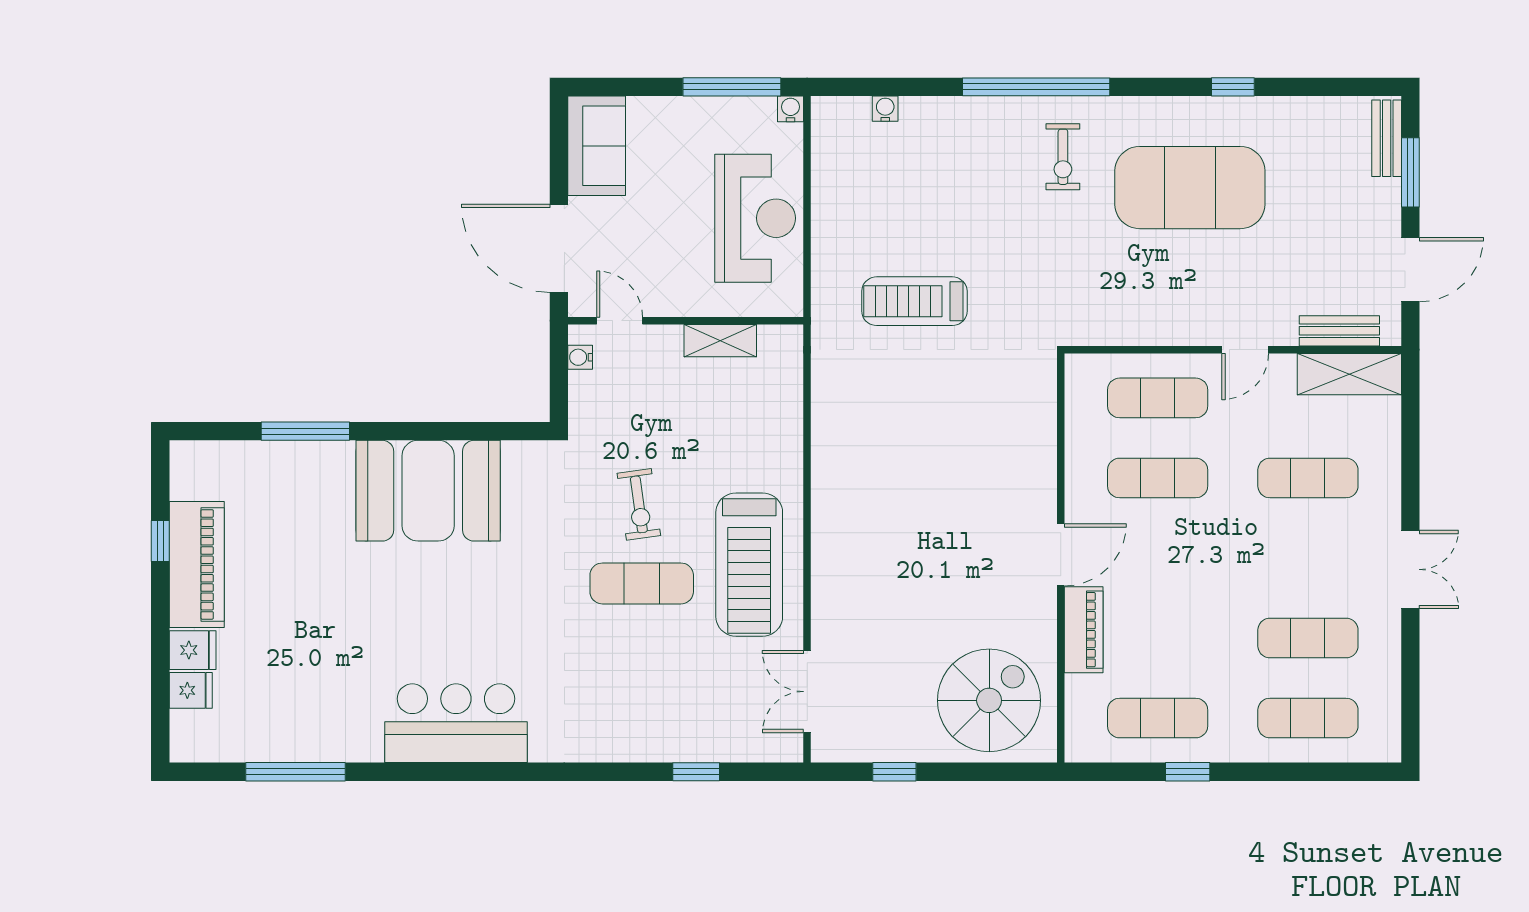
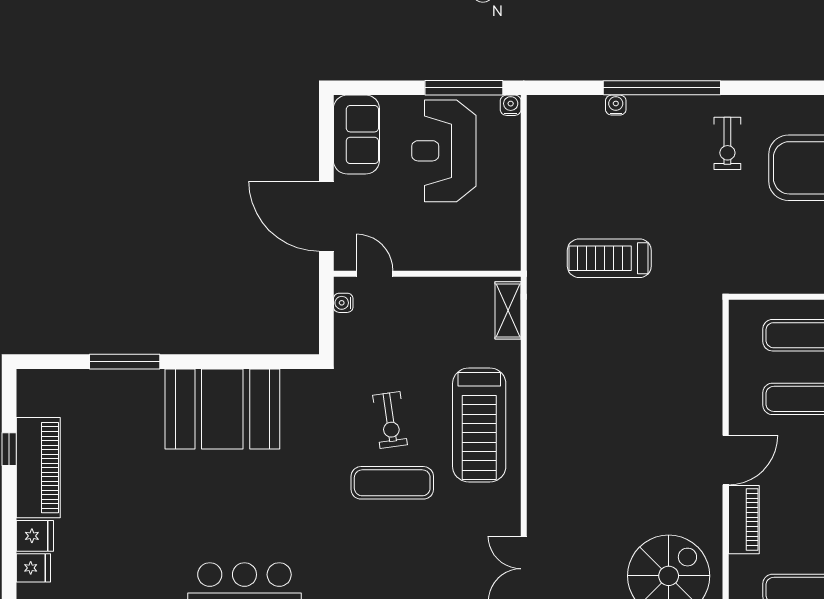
window: (1036, 87) -> (662, 88), moved
water cooler: (885, 109) -> (616, 105), moved
reception desk: (755, 218) -> (444, 151), moved, turned 180
shelving: (720, 341) -> (508, 310), moved, turned 90
treadmill: (749, 565) -> (479, 425), moved

